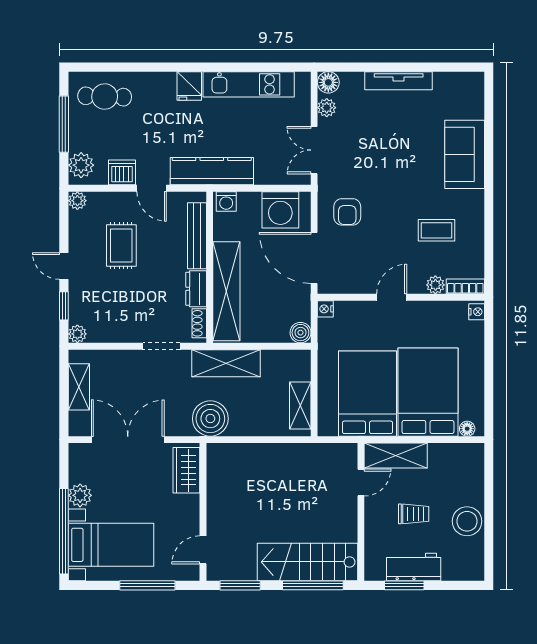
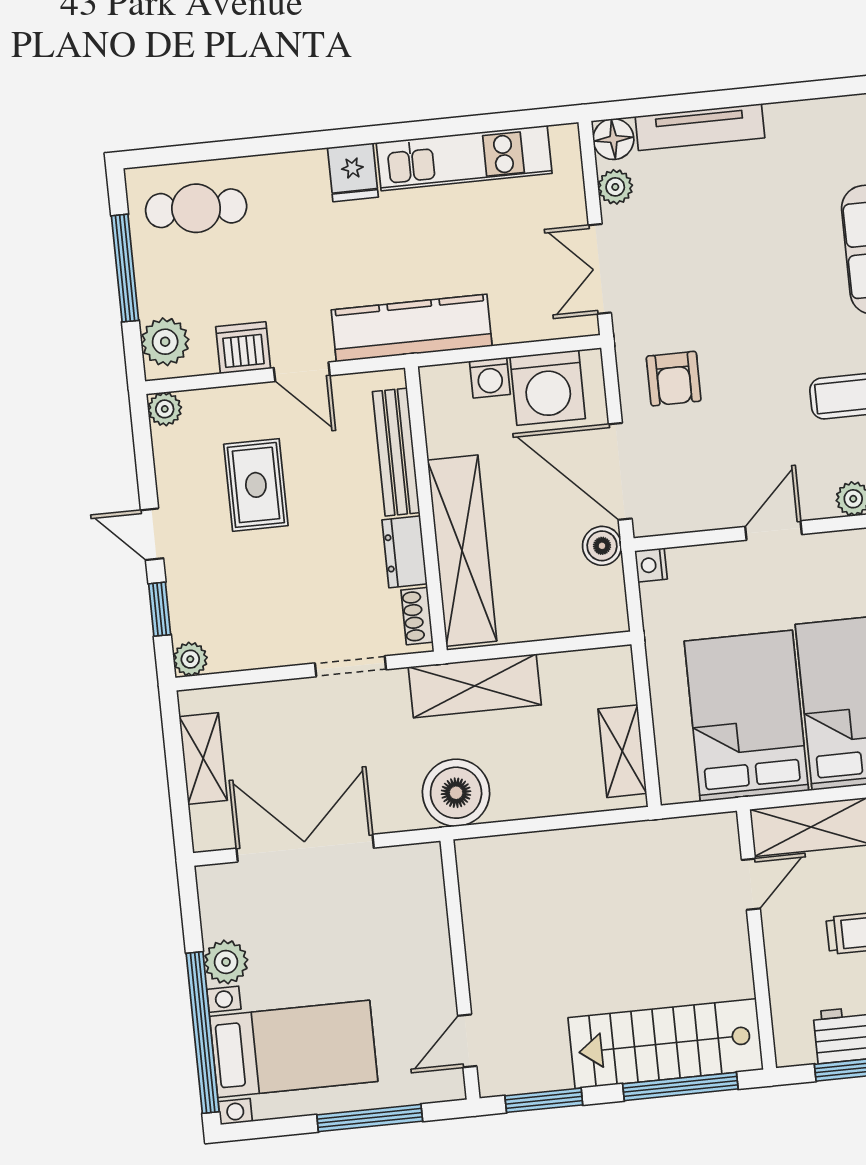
tv unit: (399, 81) -> (700, 127), moved
washing machine: (226, 202) -> (490, 378), moved
boiler: (300, 333) -> (602, 546), moved
wardrobe: (186, 470) -> (421, 894), removed

